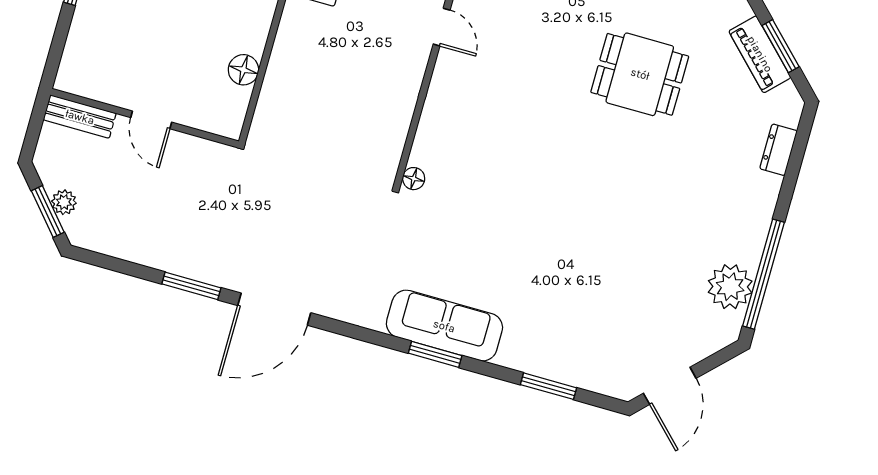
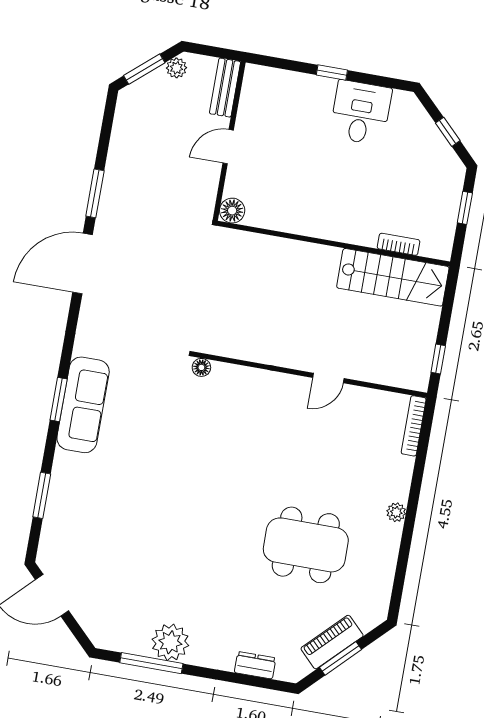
floor lamp: (243, 70) -> (232, 211), moved
dining table: (640, 74) -> (306, 545), width x1.38
plant: (64, 202) -> (176, 68), moved
window: (764, 274) -> (151, 663), width x0.68
plant: (730, 287) -> (170, 642), moved
door: (274, 309) -> (83, 264), hinge flipped

